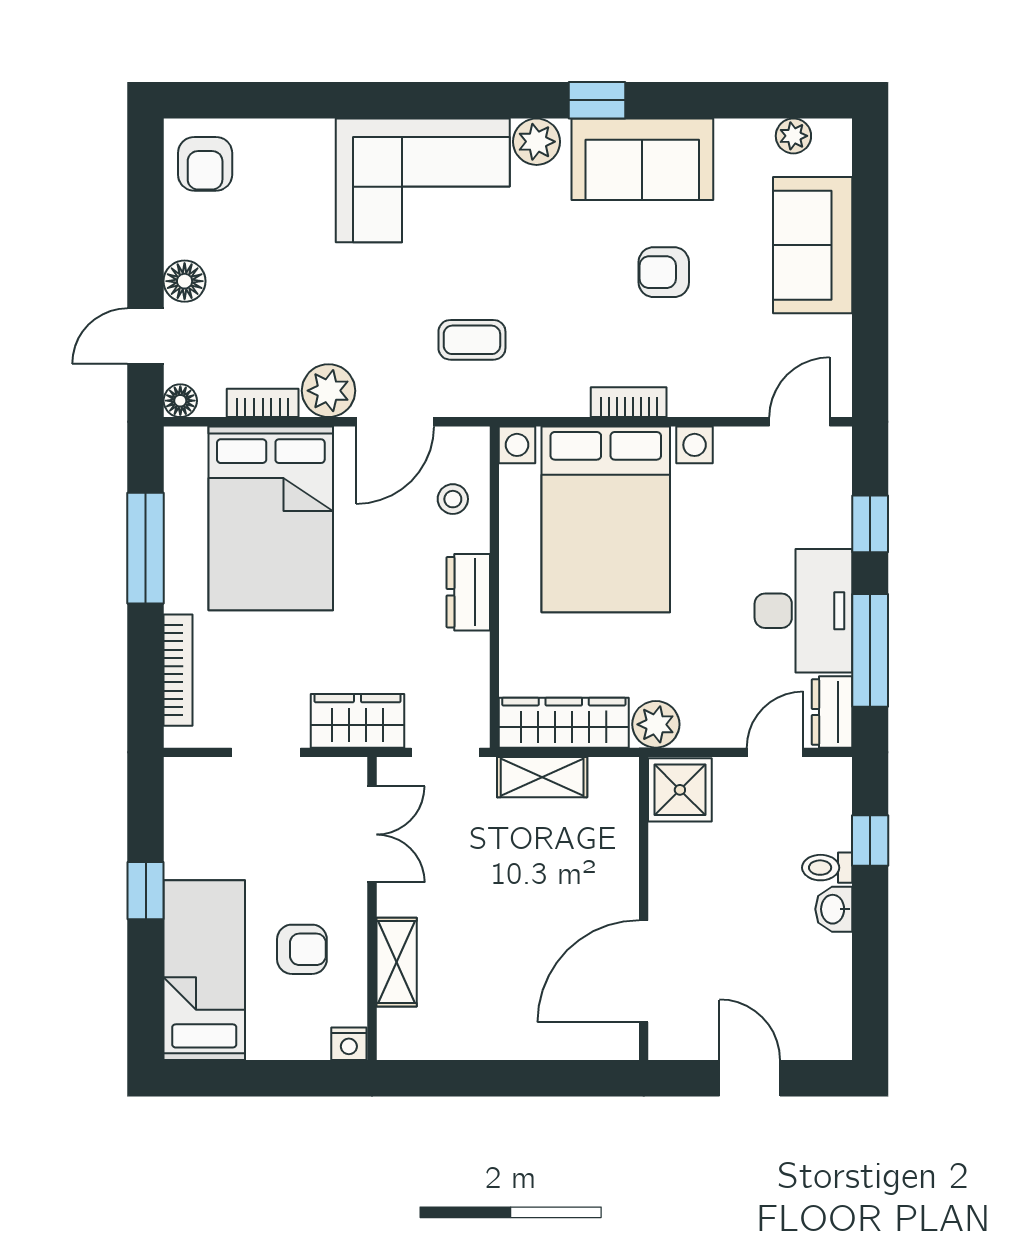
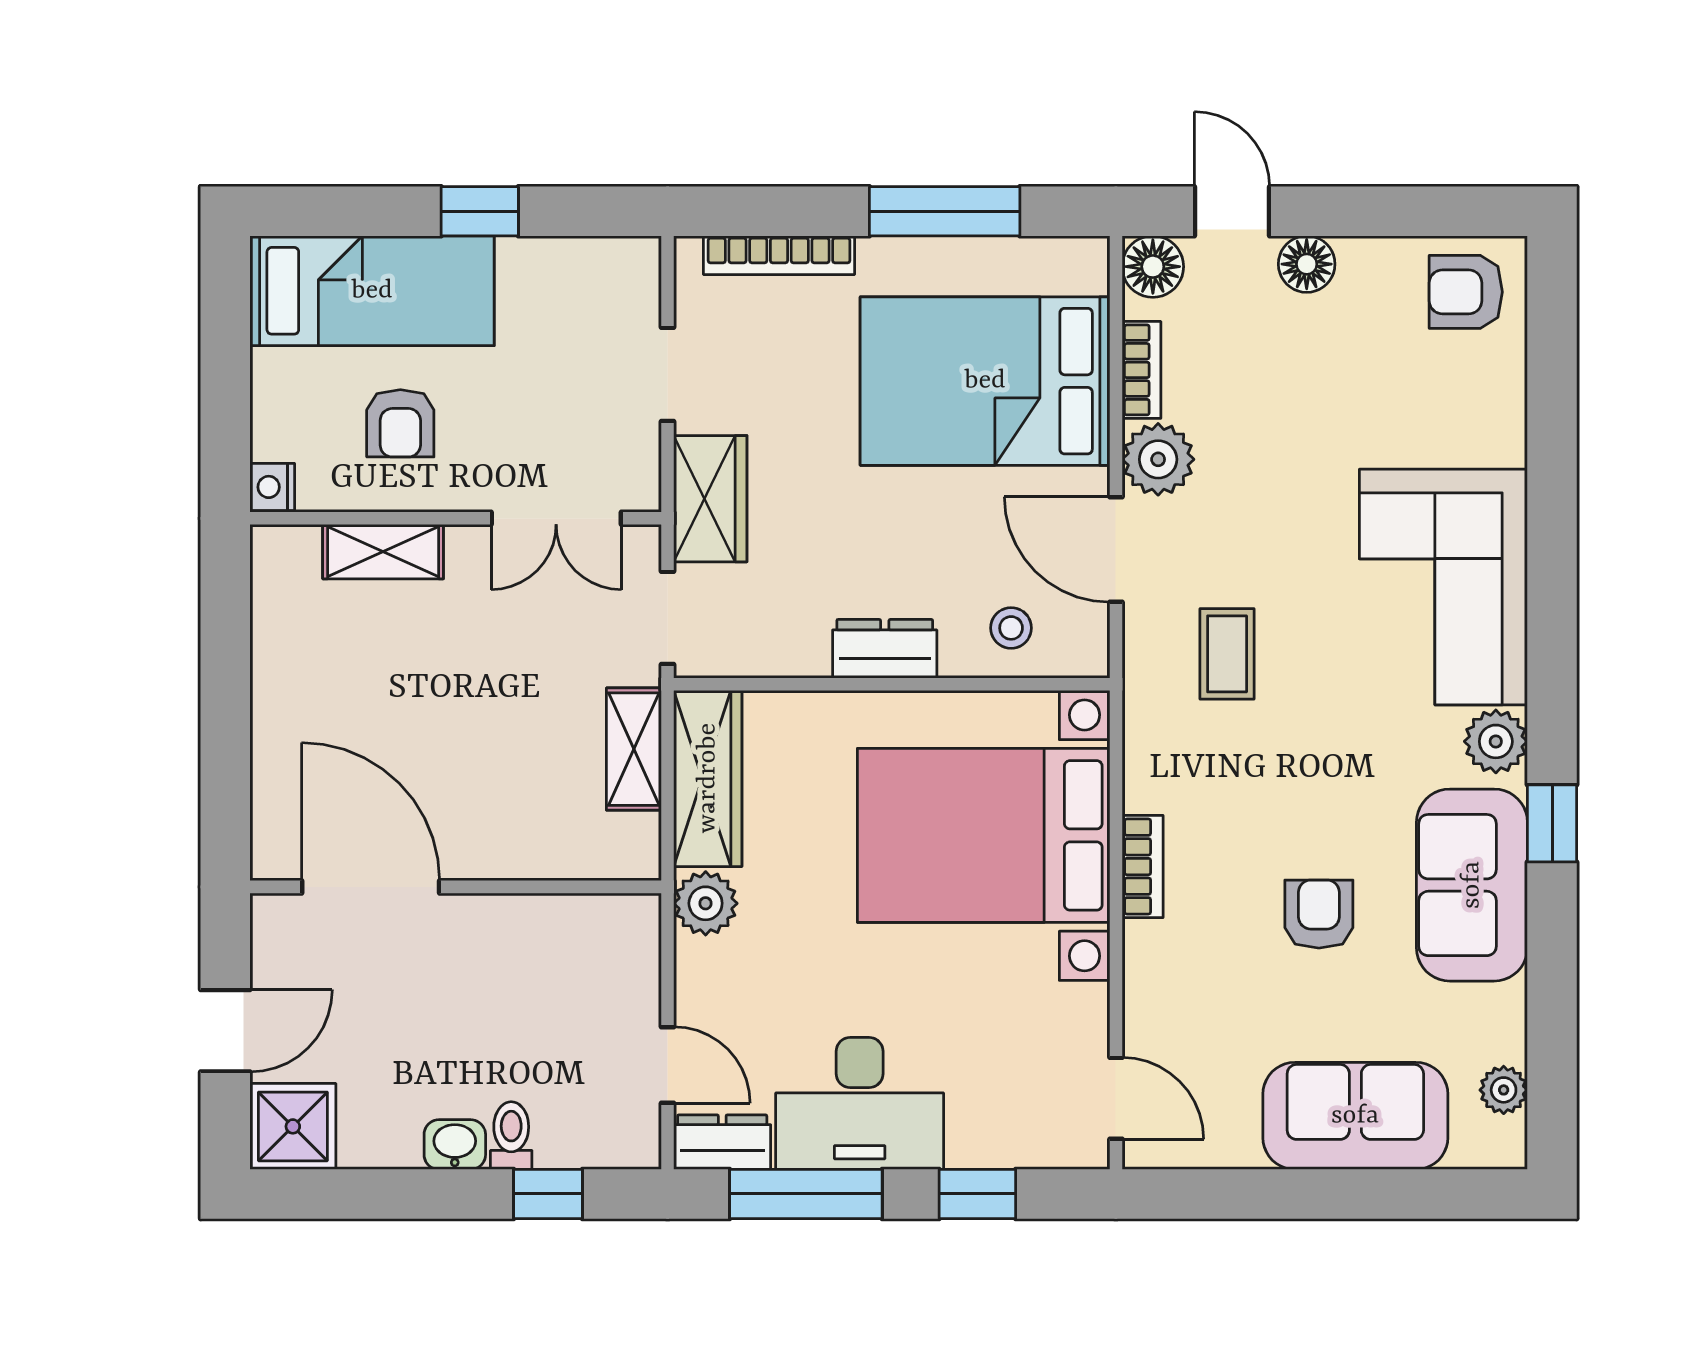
floor lamp: (180, 401) -> (1153, 267), width x1.37, depth x1.37
shower: (680, 790) -> (293, 1126), moved

